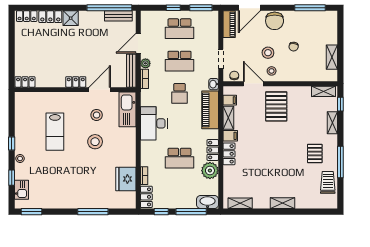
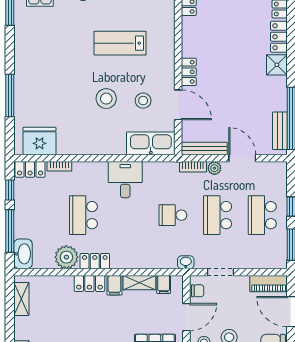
piano: (210, 110) -> (150, 257), removed
desk: (154, 123) -> (125, 180), width x0.73
fridge: (126, 179) -> (39, 141), moved

